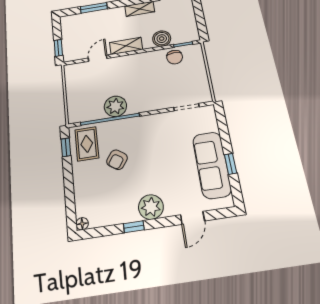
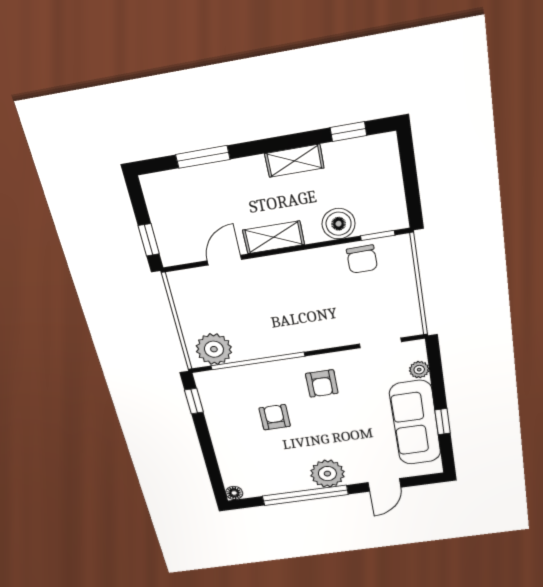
plant: (115, 106) -> (214, 349), moved
plant: (212, 125) -> (419, 370), added
armchair: (149, 135) -> (322, 383), added
rug: (87, 144) -> (226, 396), removed
armchair: (117, 160) -> (275, 417), turned 145
window: (134, 227) -> (305, 495), width x3.17

